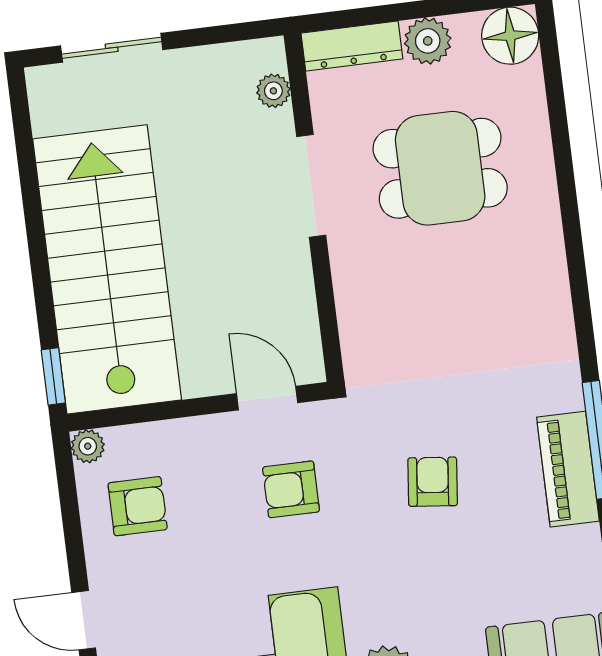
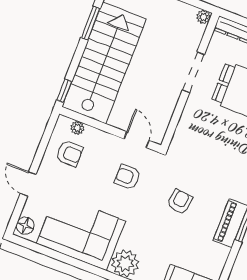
plant: (273, 91) -> (204, 17), moved
window: (31, 199) -> (90, 23), added
plant: (88, 446) -> (77, 128), moved

